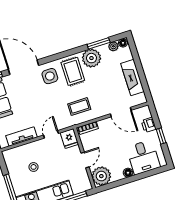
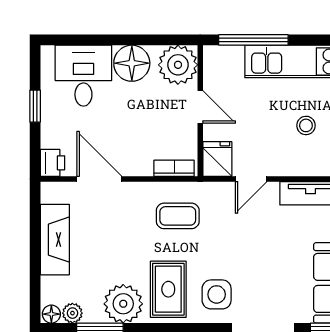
printer: (149, 125) -> (53, 163), moved
door: (85, 160) -> (200, 107), swing flipped
floor lamp: (128, 173) -> (132, 63), width x1.89, depth x1.89

